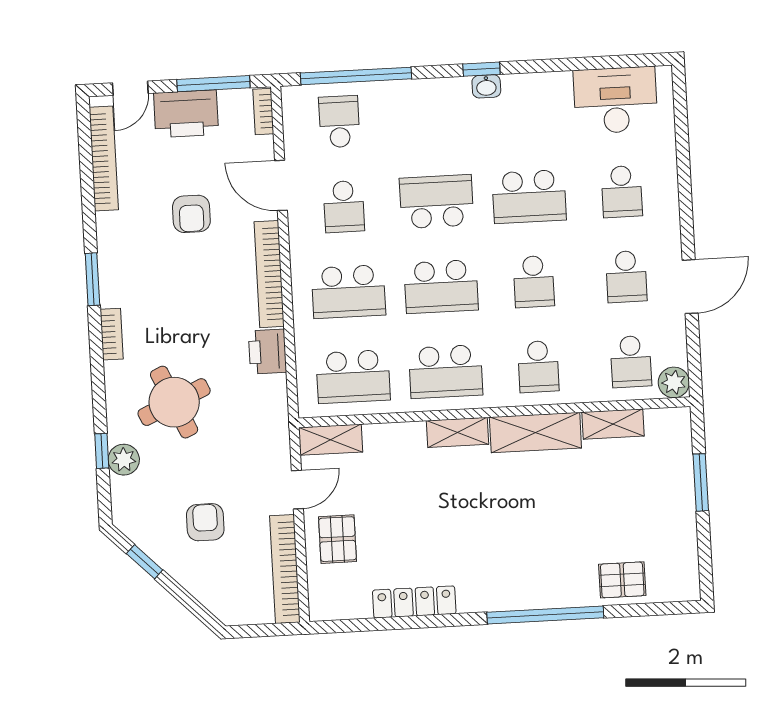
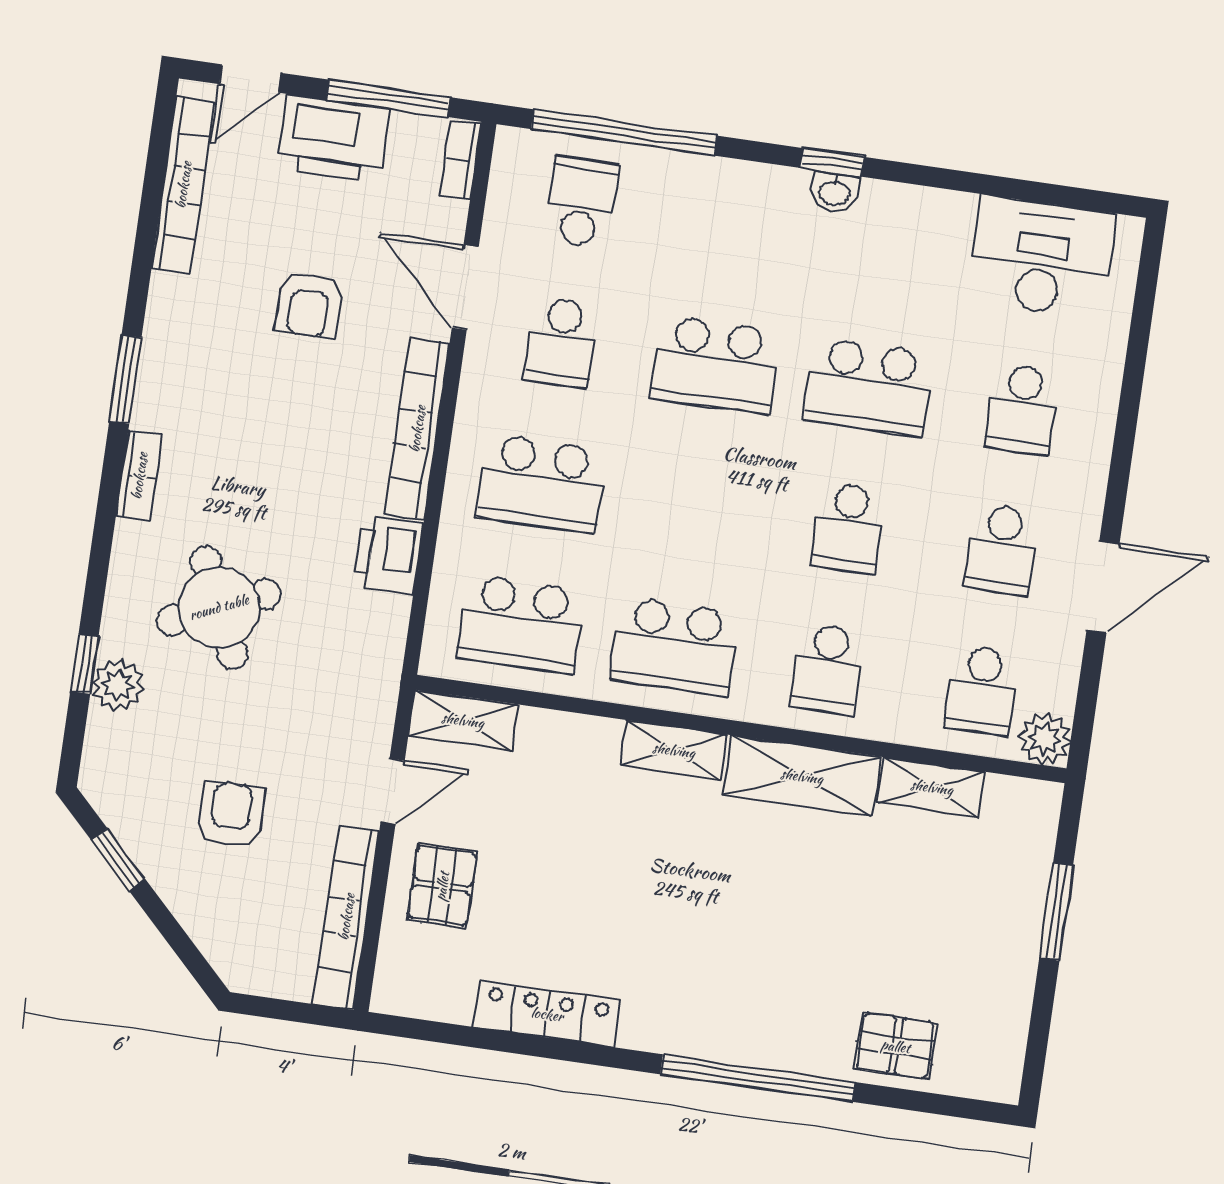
school desk: (436, 202) -> (715, 365), turned 180
school desk: (441, 287) -> (695, 506), removed

